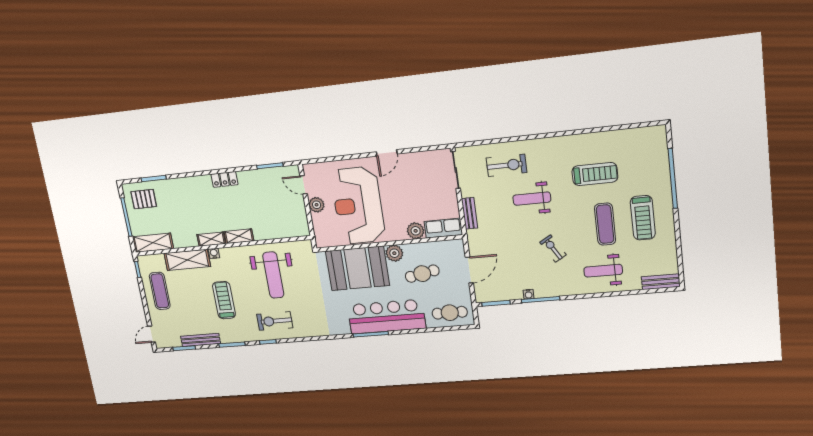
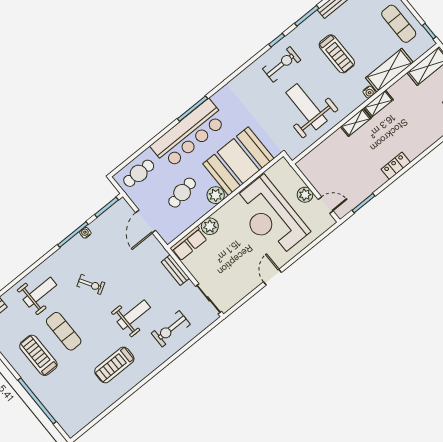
treadmill: (595, 174) -> (114, 365), moved
reception desk: (358, 206) -> (270, 217), turned 180

